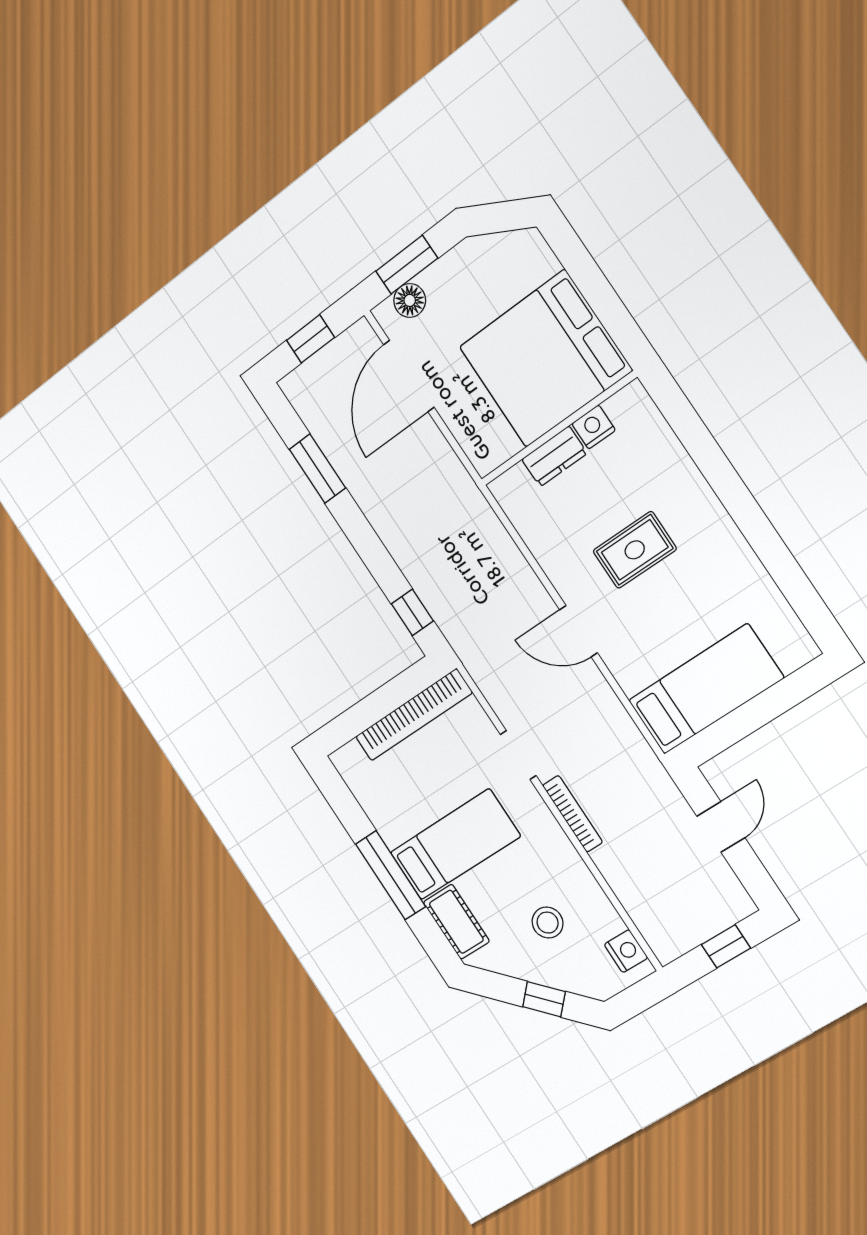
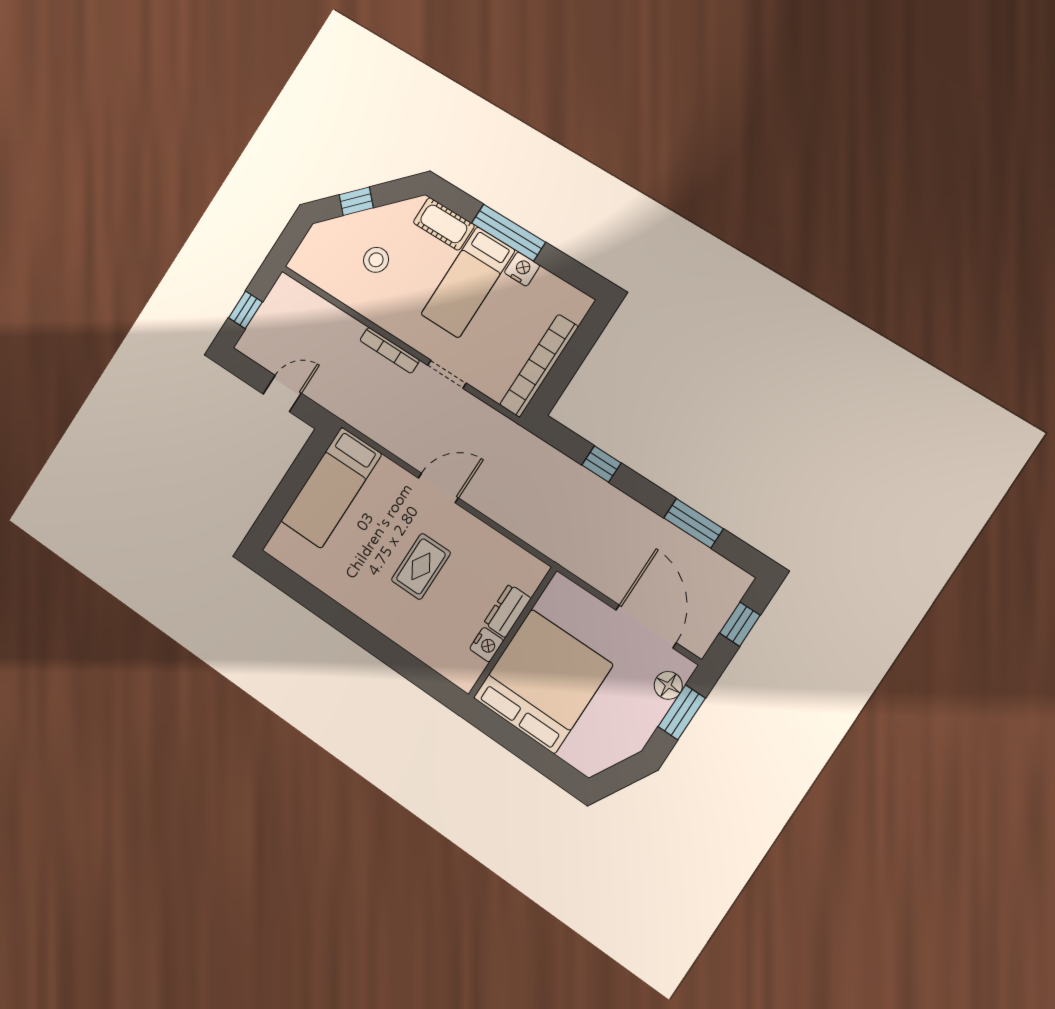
window: (412, 612) -> (601, 464), moved
door: (721, 827) -> (282, 394), swing flipped
nightstand: (626, 951) -> (522, 269), moved, turned 180

